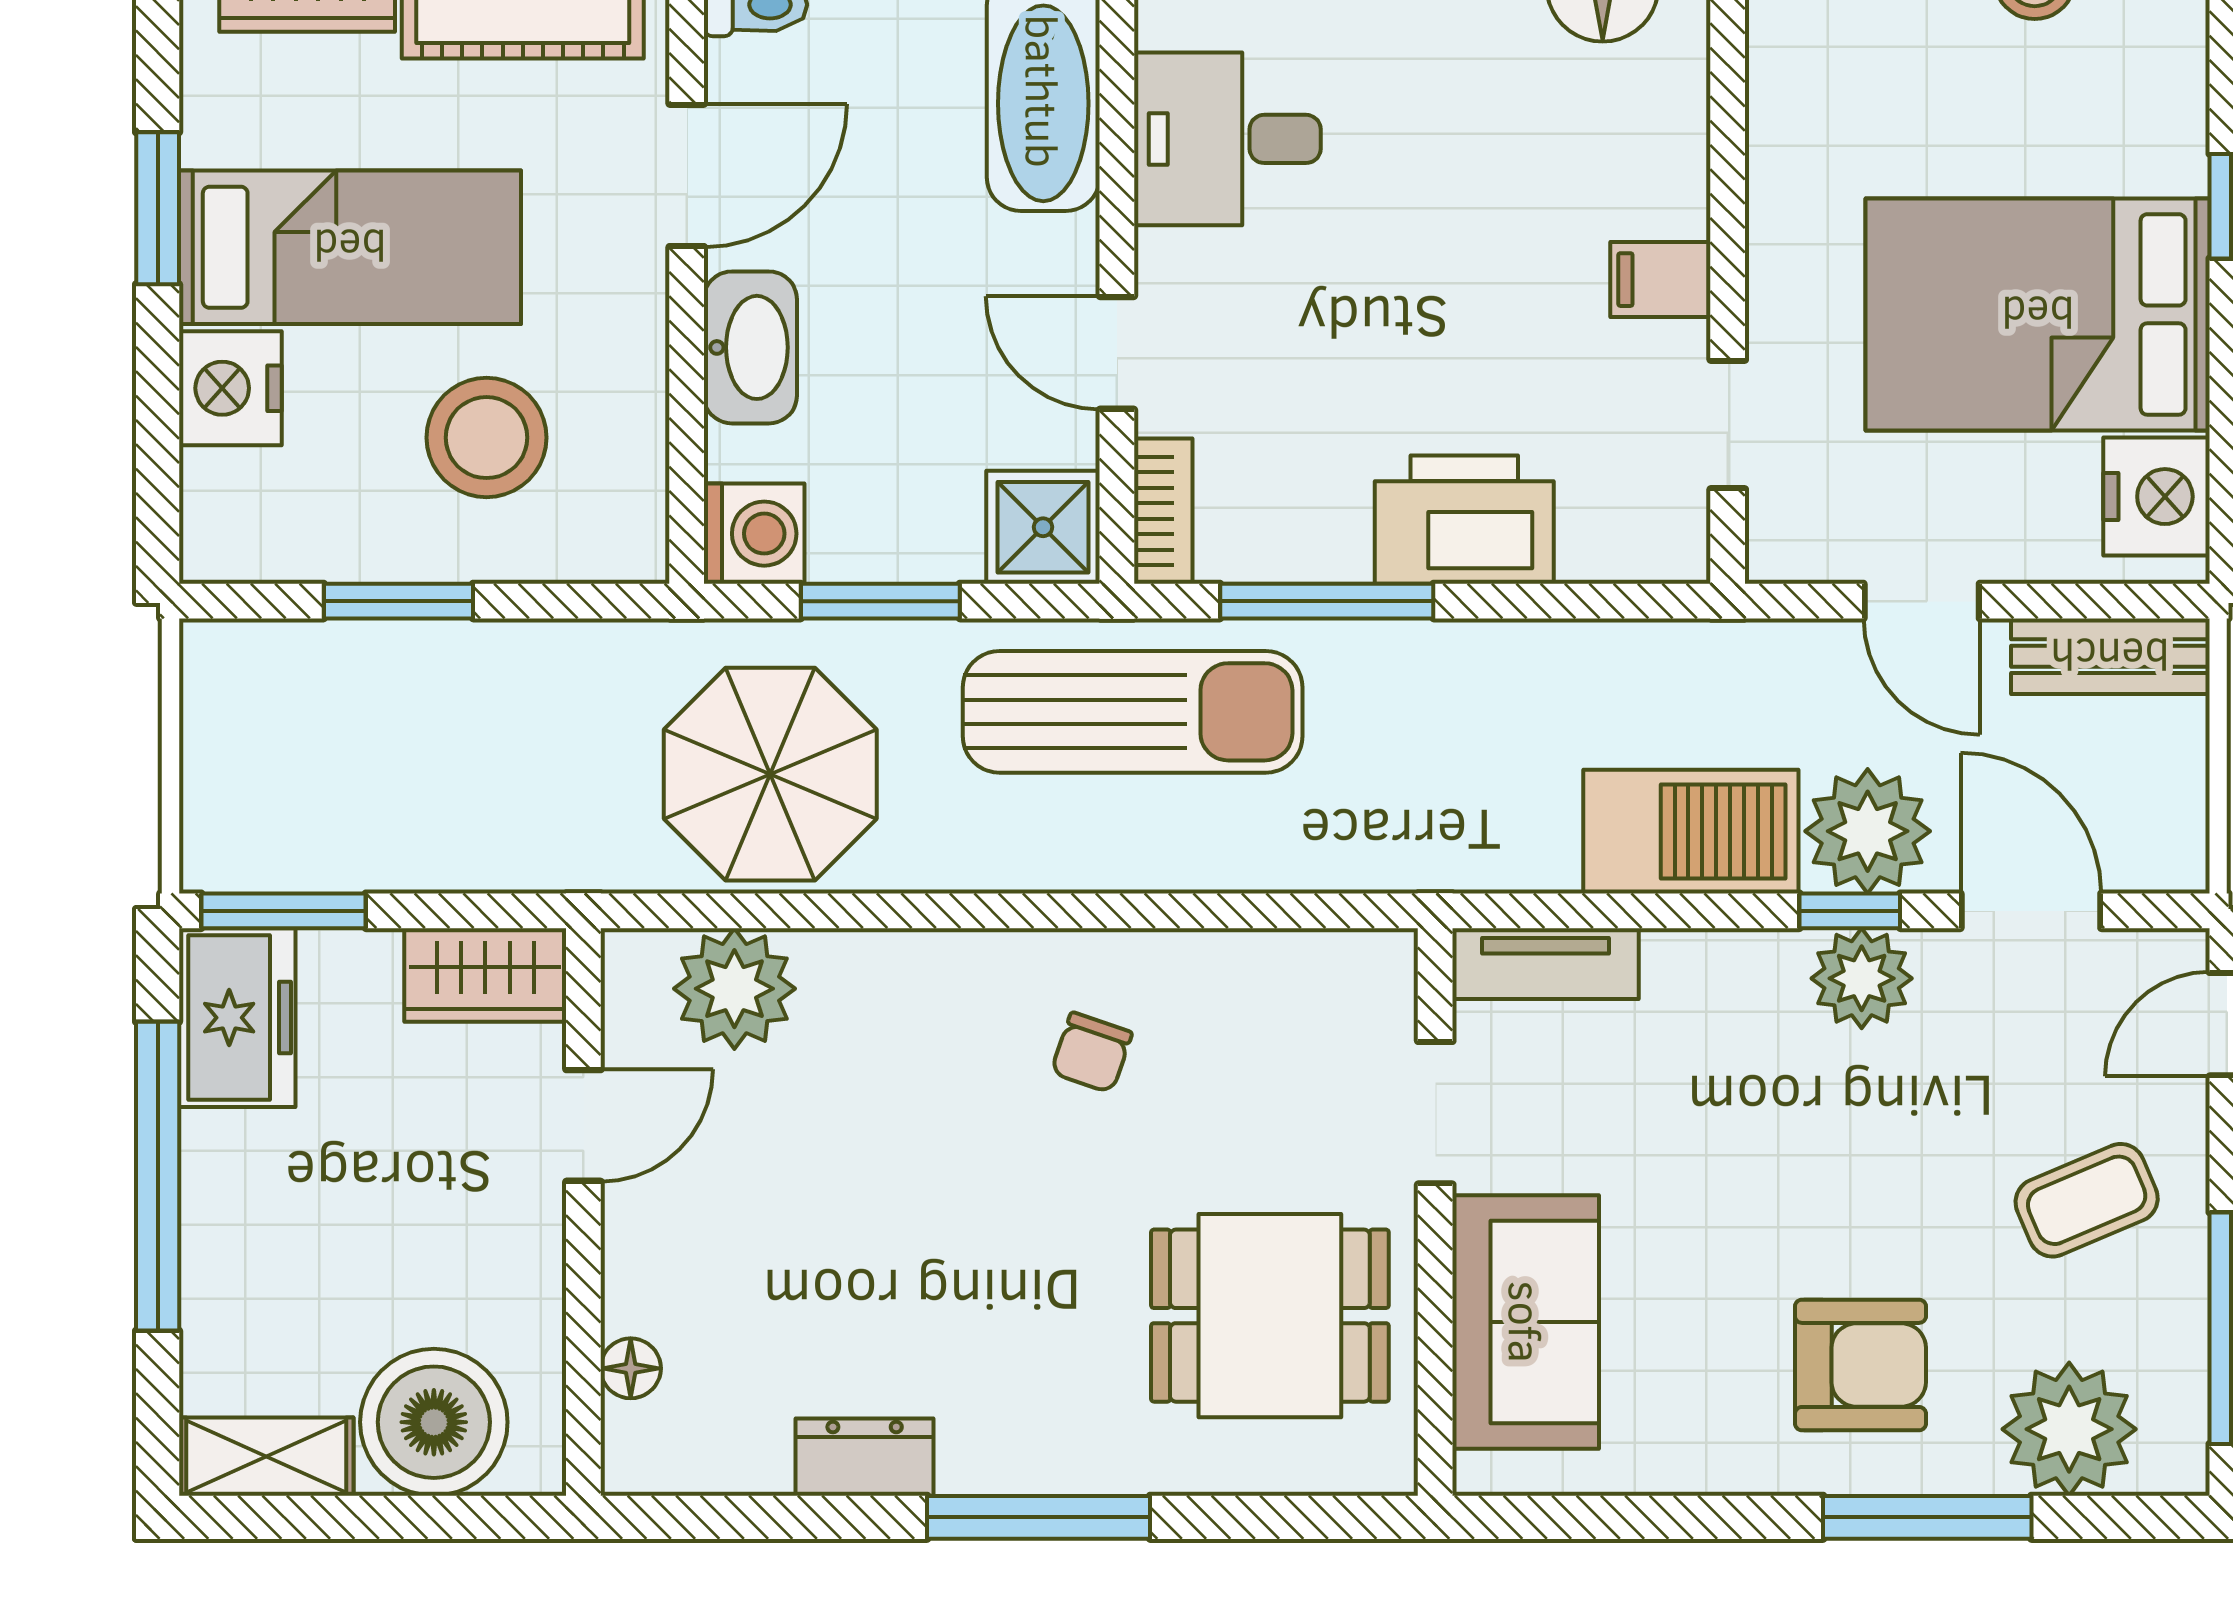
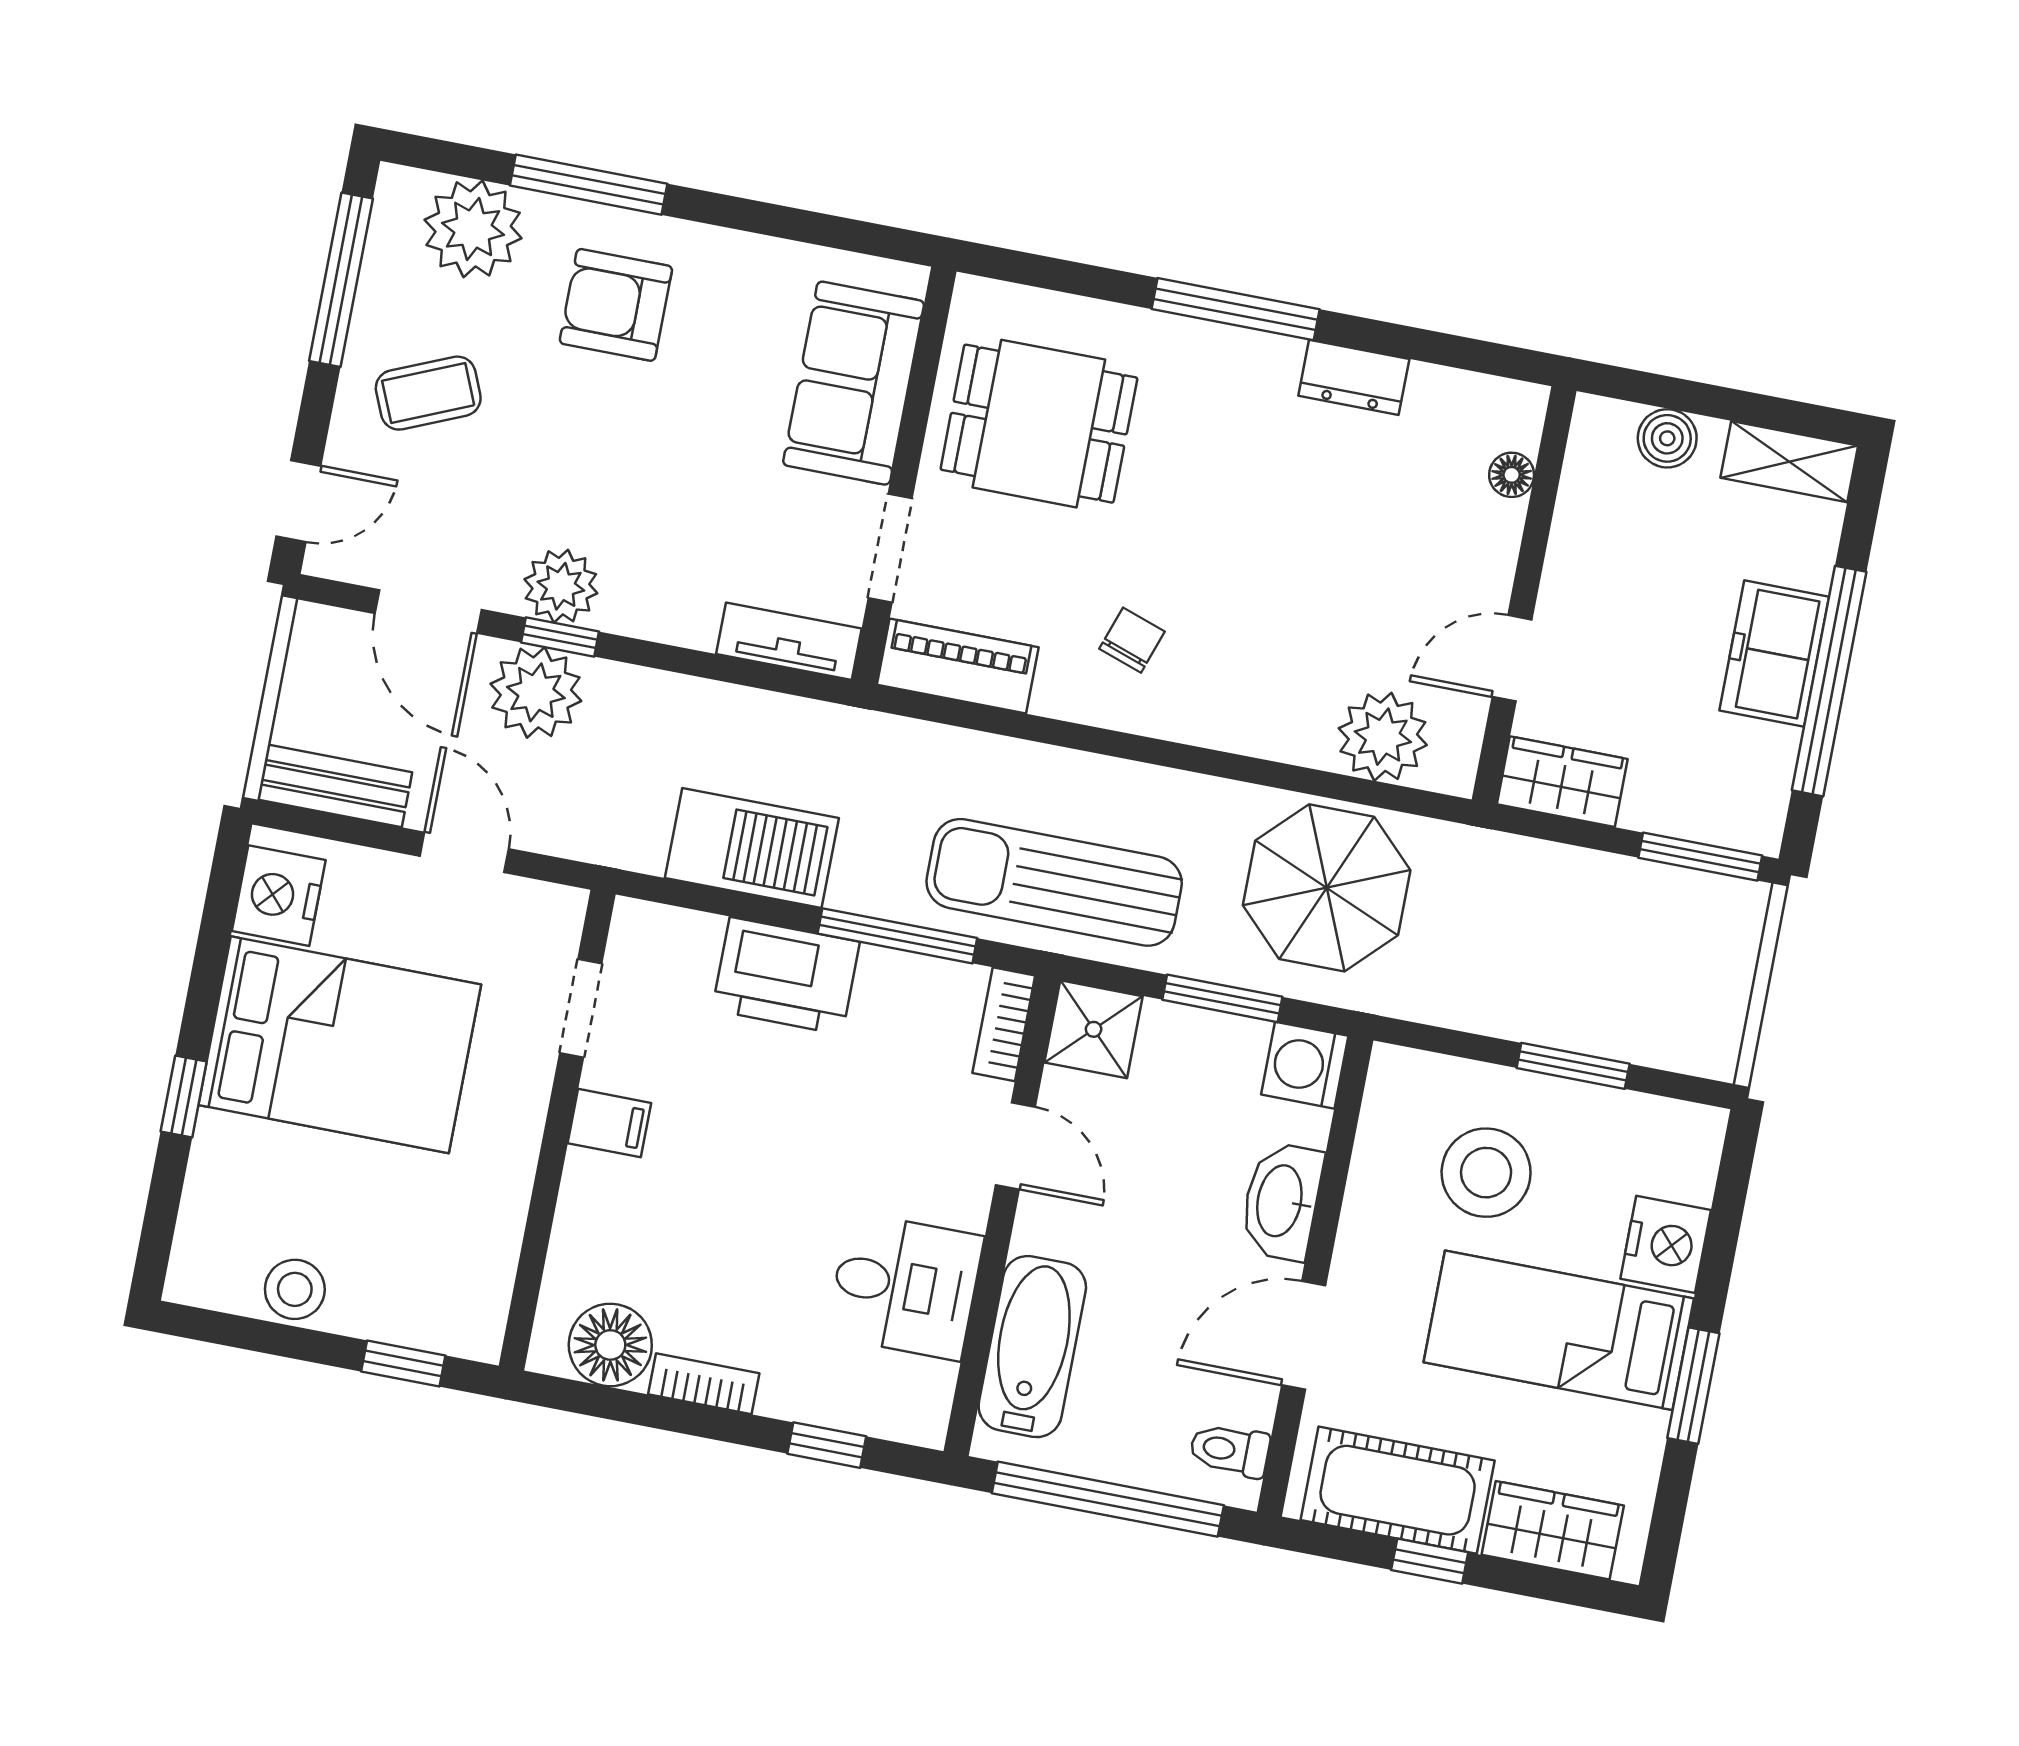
barbecue: (1691, 832) -> (752, 848), moved, turned 180
piano: (1316, 974) -> (958, 666), added
freezer: (237, 1018) -> (1774, 654), moved
boiler: (434, 1422) -> (1667, 438), width x0.54, depth x0.54

